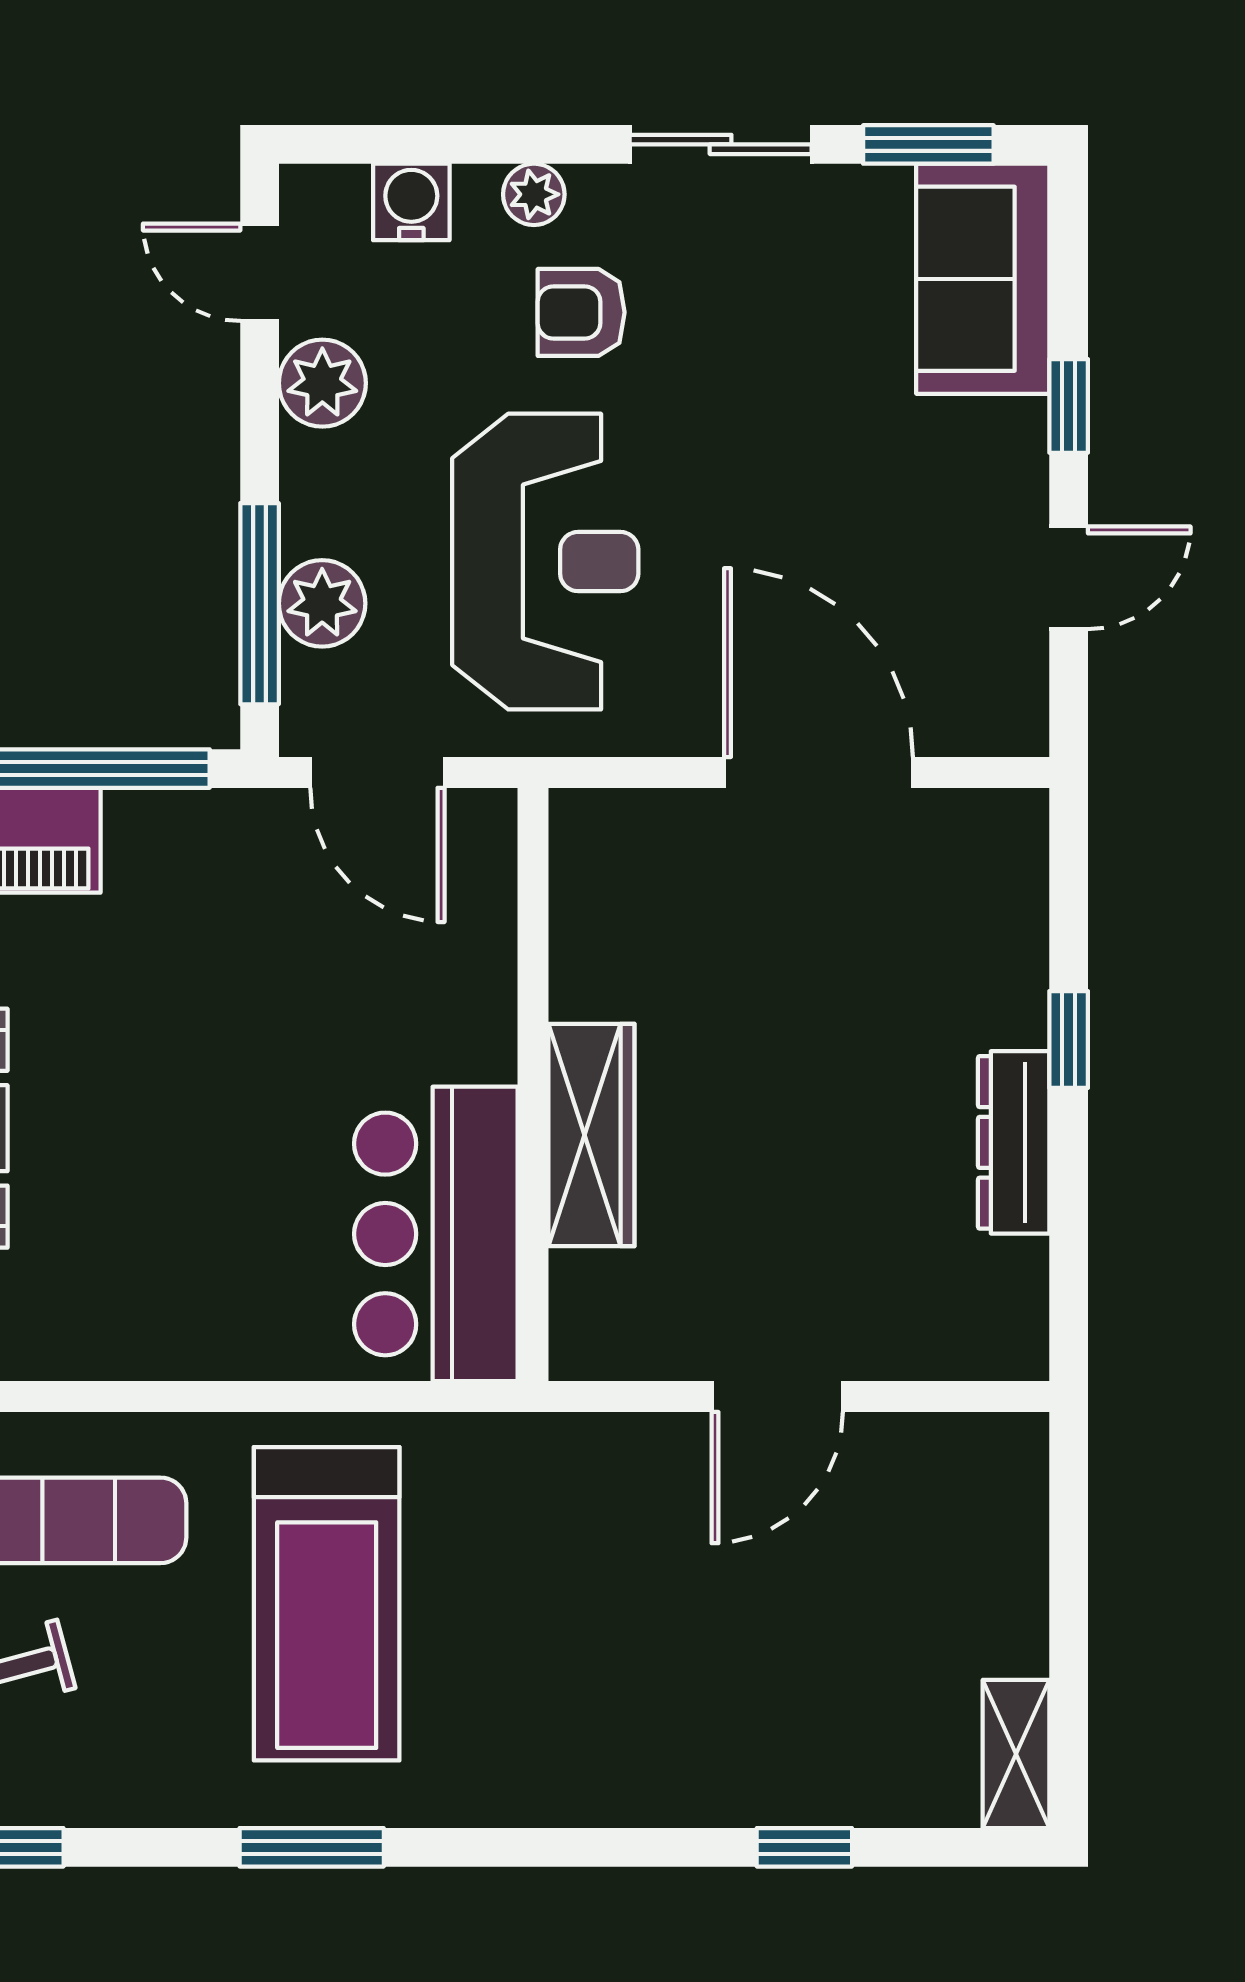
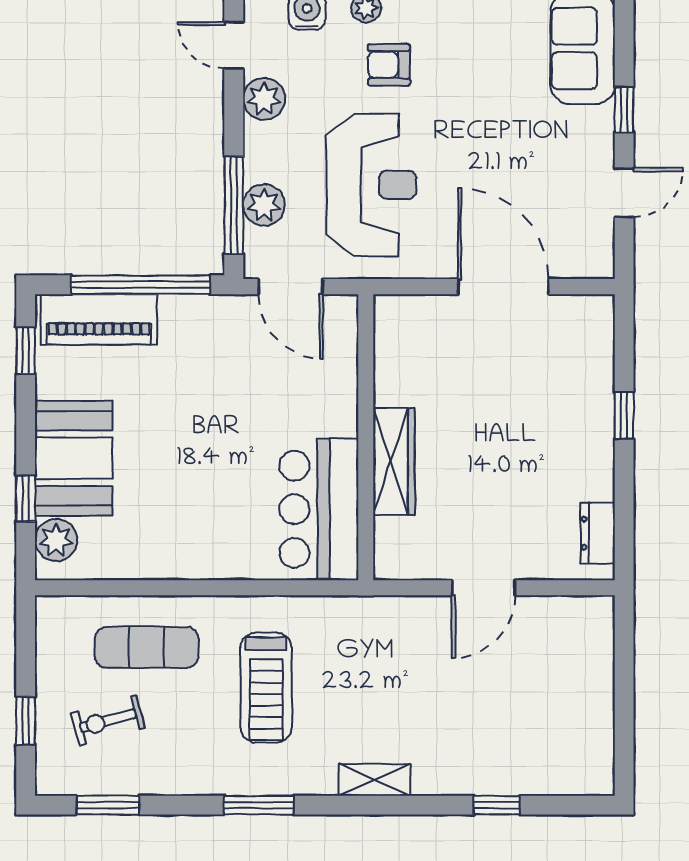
dresser: (1014, 1142) -> (598, 533), moved, width x0.70
treadmill: (327, 1604) -> (266, 688), width x0.73, depth x0.73
shelving: (1016, 1754) -> (375, 780), moved, turned 90

